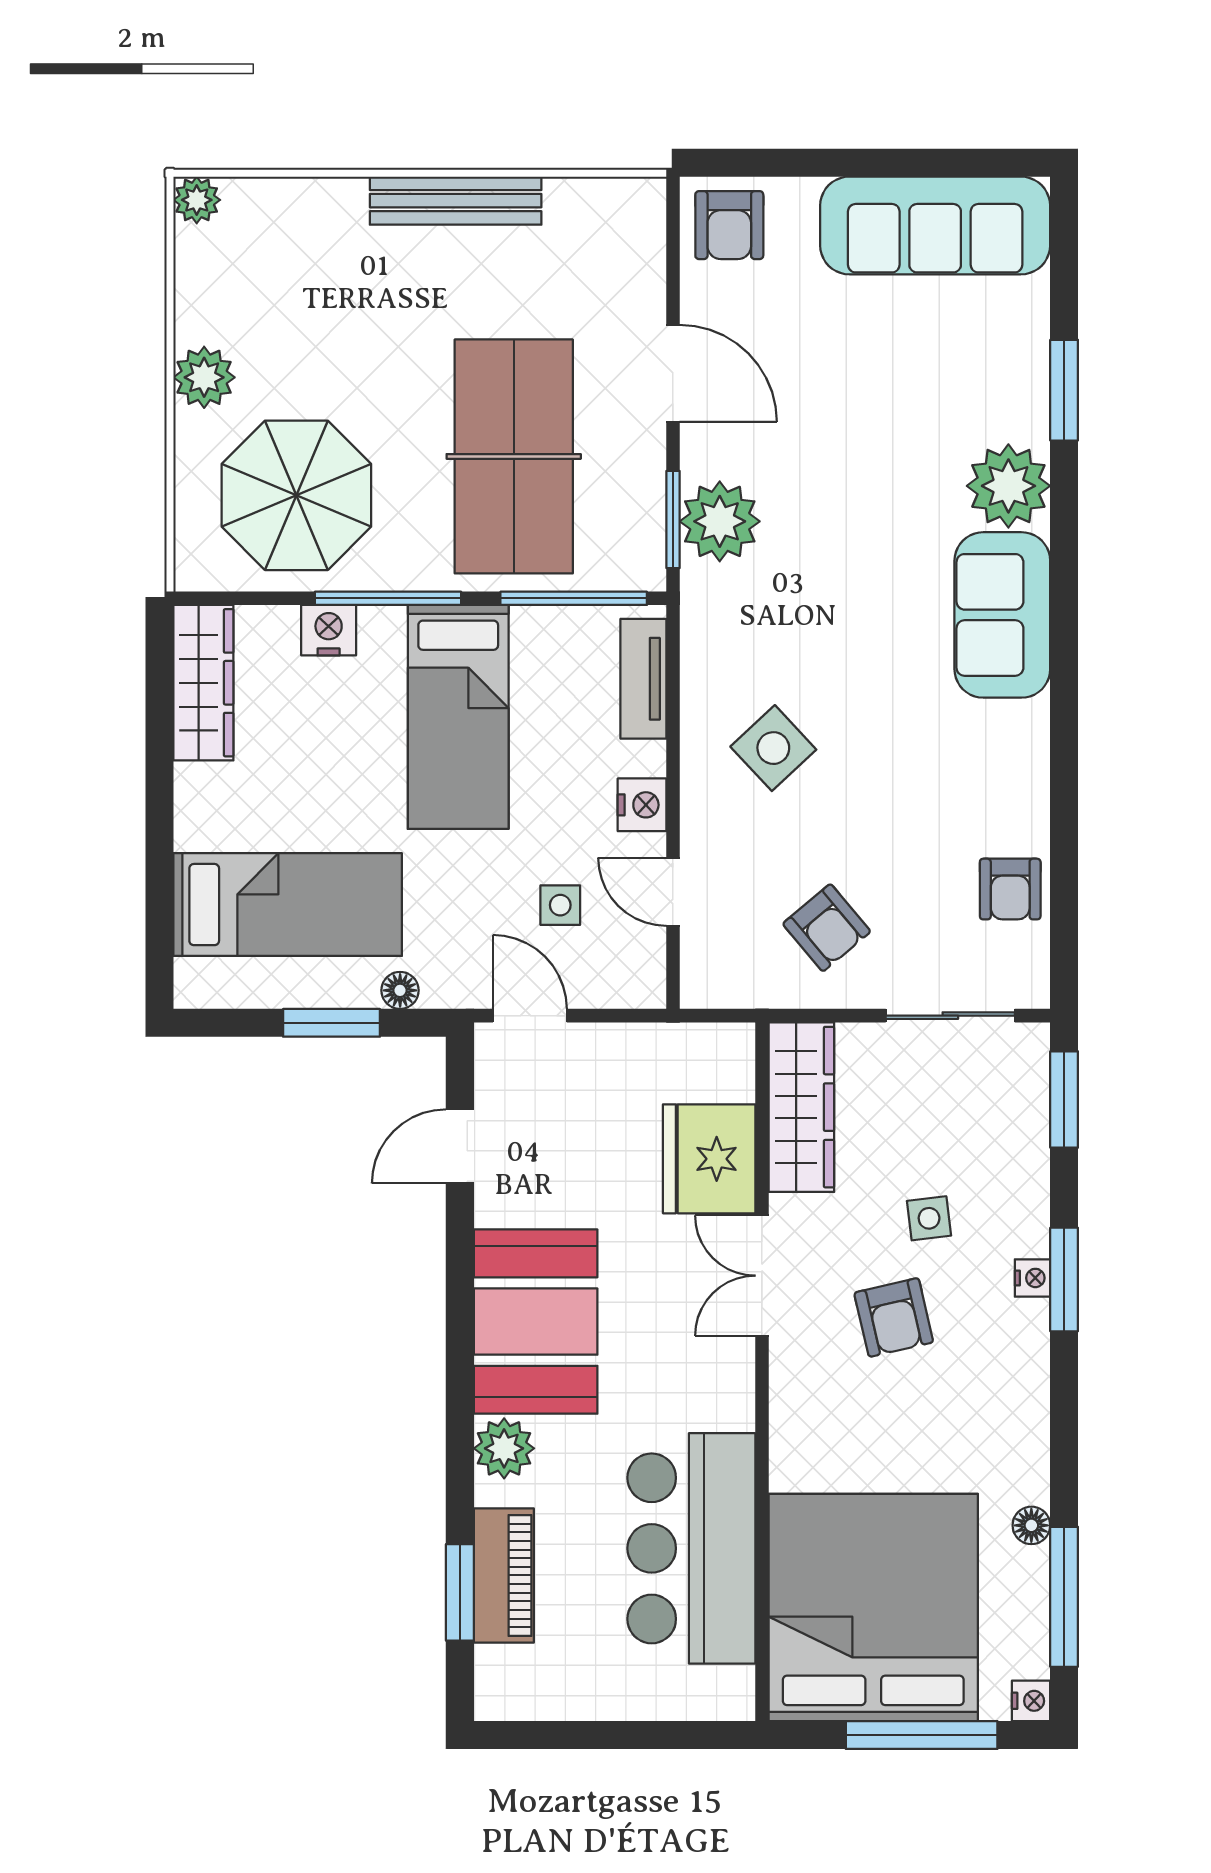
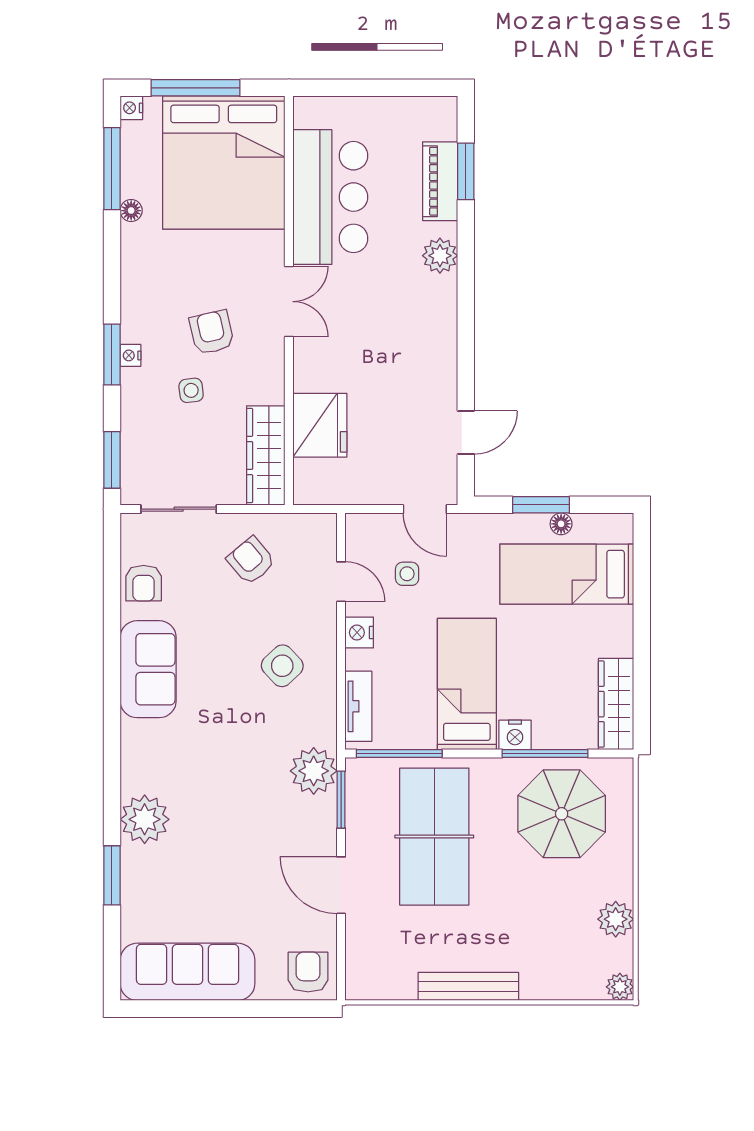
plant: (204, 377) -> (616, 919), moved
plant: (720, 521) -> (314, 771), moved
window: (388, 598) -> (545, 753), moved
sofa: (1002, 615) -> (148, 669), moved
nightstand: (329, 630) -> (515, 735), moved
armchair: (1010, 889) -> (144, 583), turned 180
floor lamp: (400, 990) -> (561, 524), moved
double door: (762, 1276) -> (289, 302), moved
booth: (536, 1322) -> (421, 330), removed

